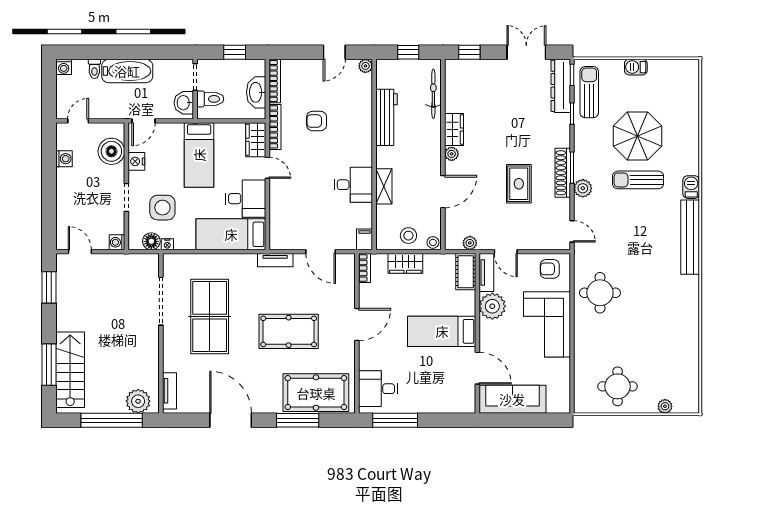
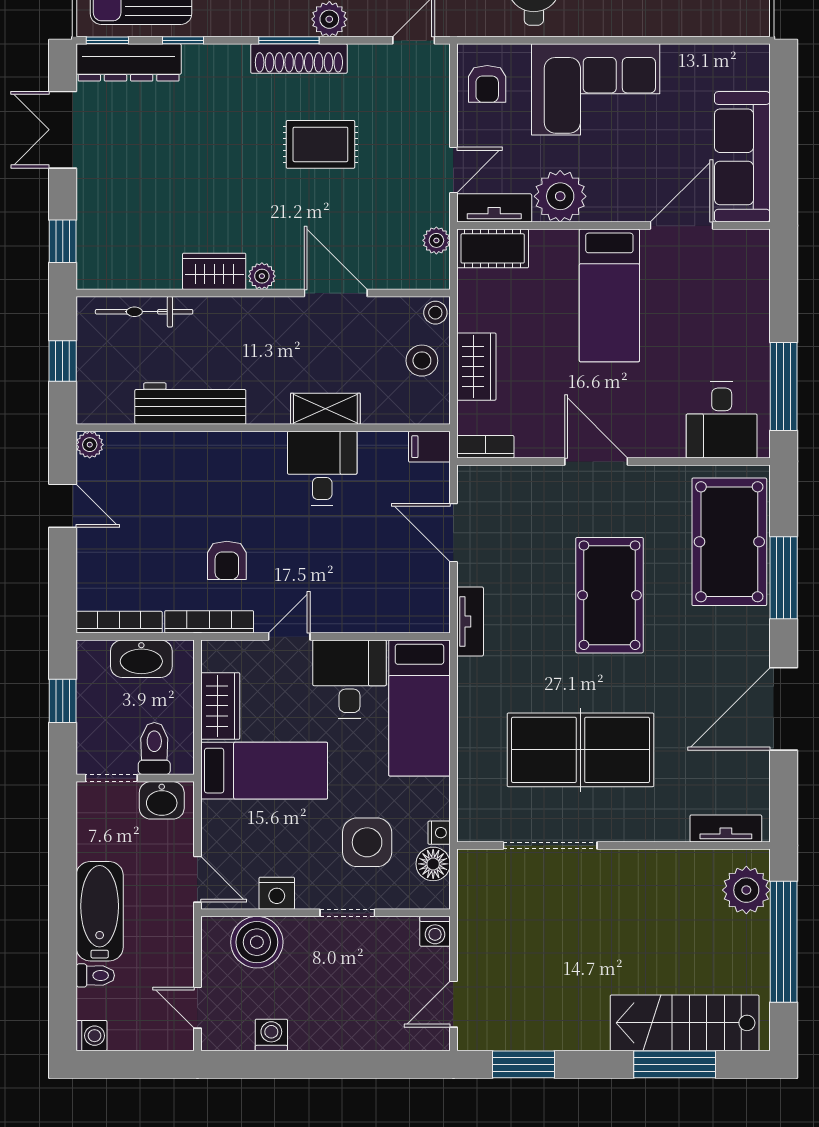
armchair: (317, 121) -> (227, 560), moved
wardrobe: (256, 140) -> (220, 706), moved, turned -90
door: (321, 252) -> (453, 533), swing flipped

